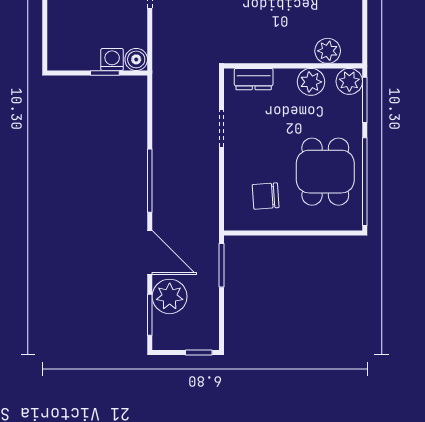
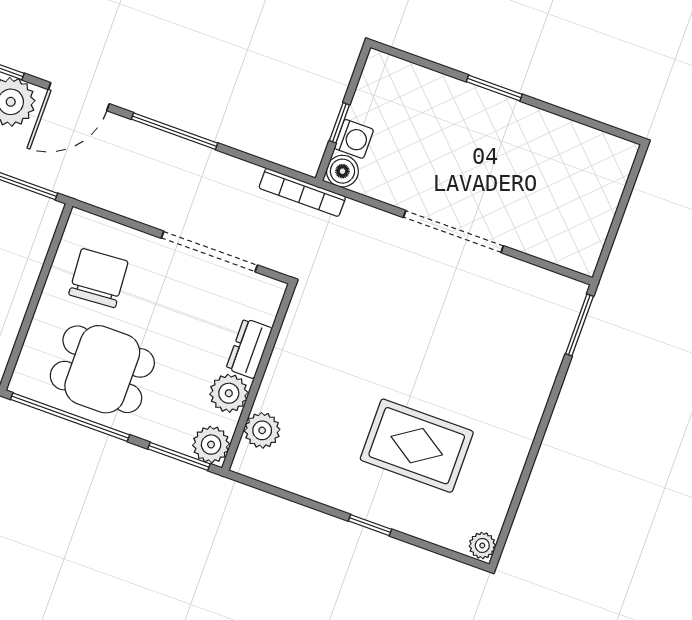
dresser: (254, 79) -> (249, 348), moved
bookcase: (160, 81) -> (302, 192), added
doorway: (221, 129) -> (209, 252), width x1.88
chair: (266, 196) -> (98, 278), width x1.37, depth x1.37

